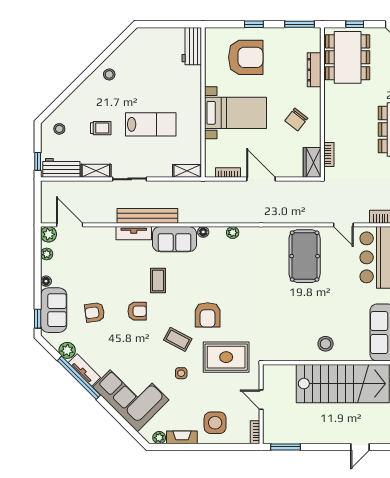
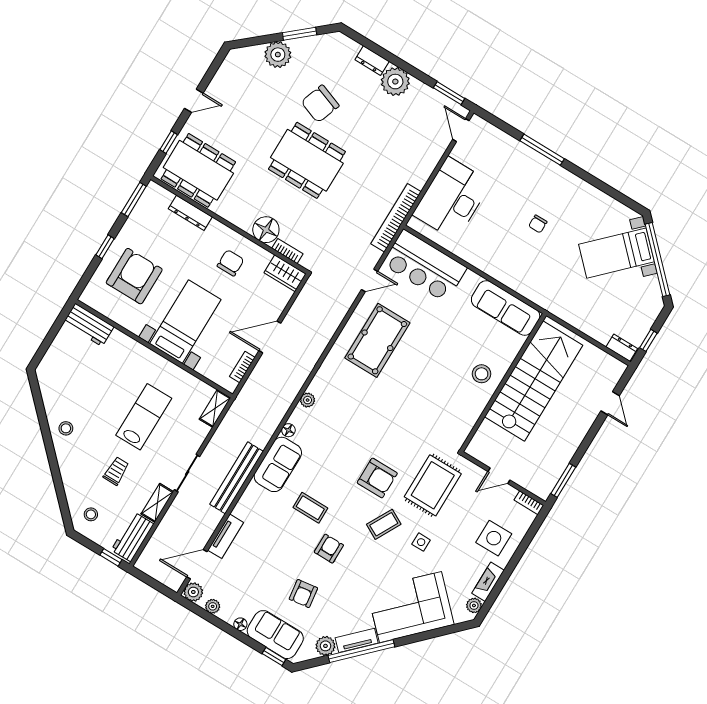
chair: (296, 120) -> (231, 263), turned -128
floor lamp: (335, 130) -> (266, 230), added
tv unit: (134, 233) -> (226, 536), moved
pool table: (305, 256) -> (377, 340), turned 90

